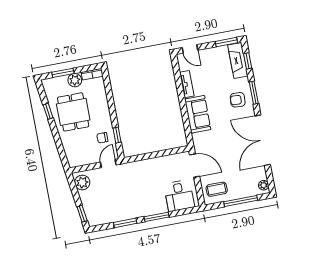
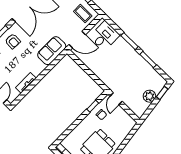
sofa: (198, 114) -> (52, 51), moved
door: (108, 163) -> (116, 99), hinge flipped
door: (194, 166) -> (77, 40), swing flipped
plant: (82, 182) -> (149, 96), moved

